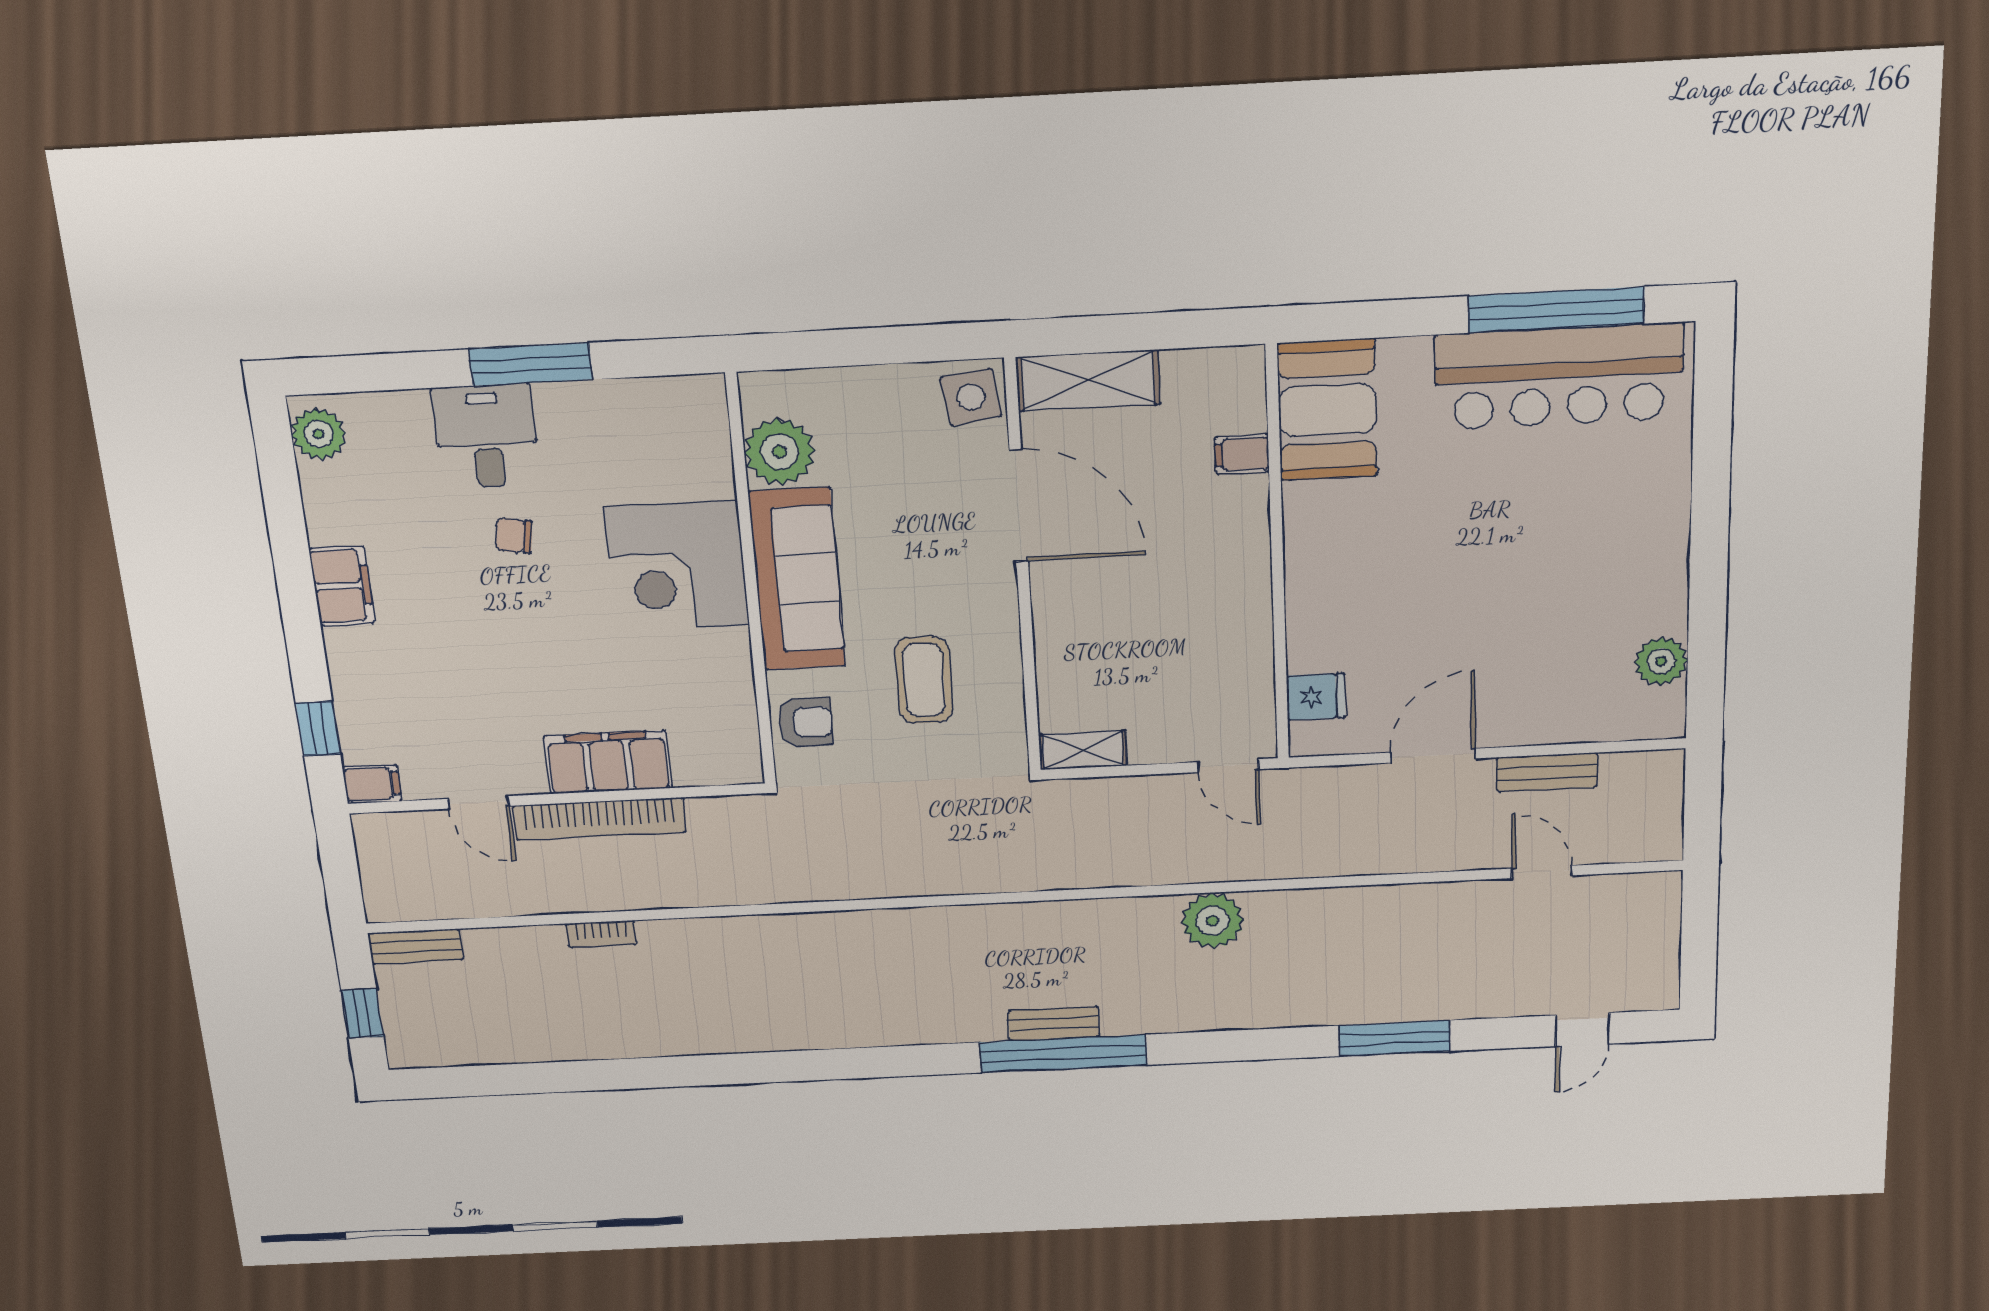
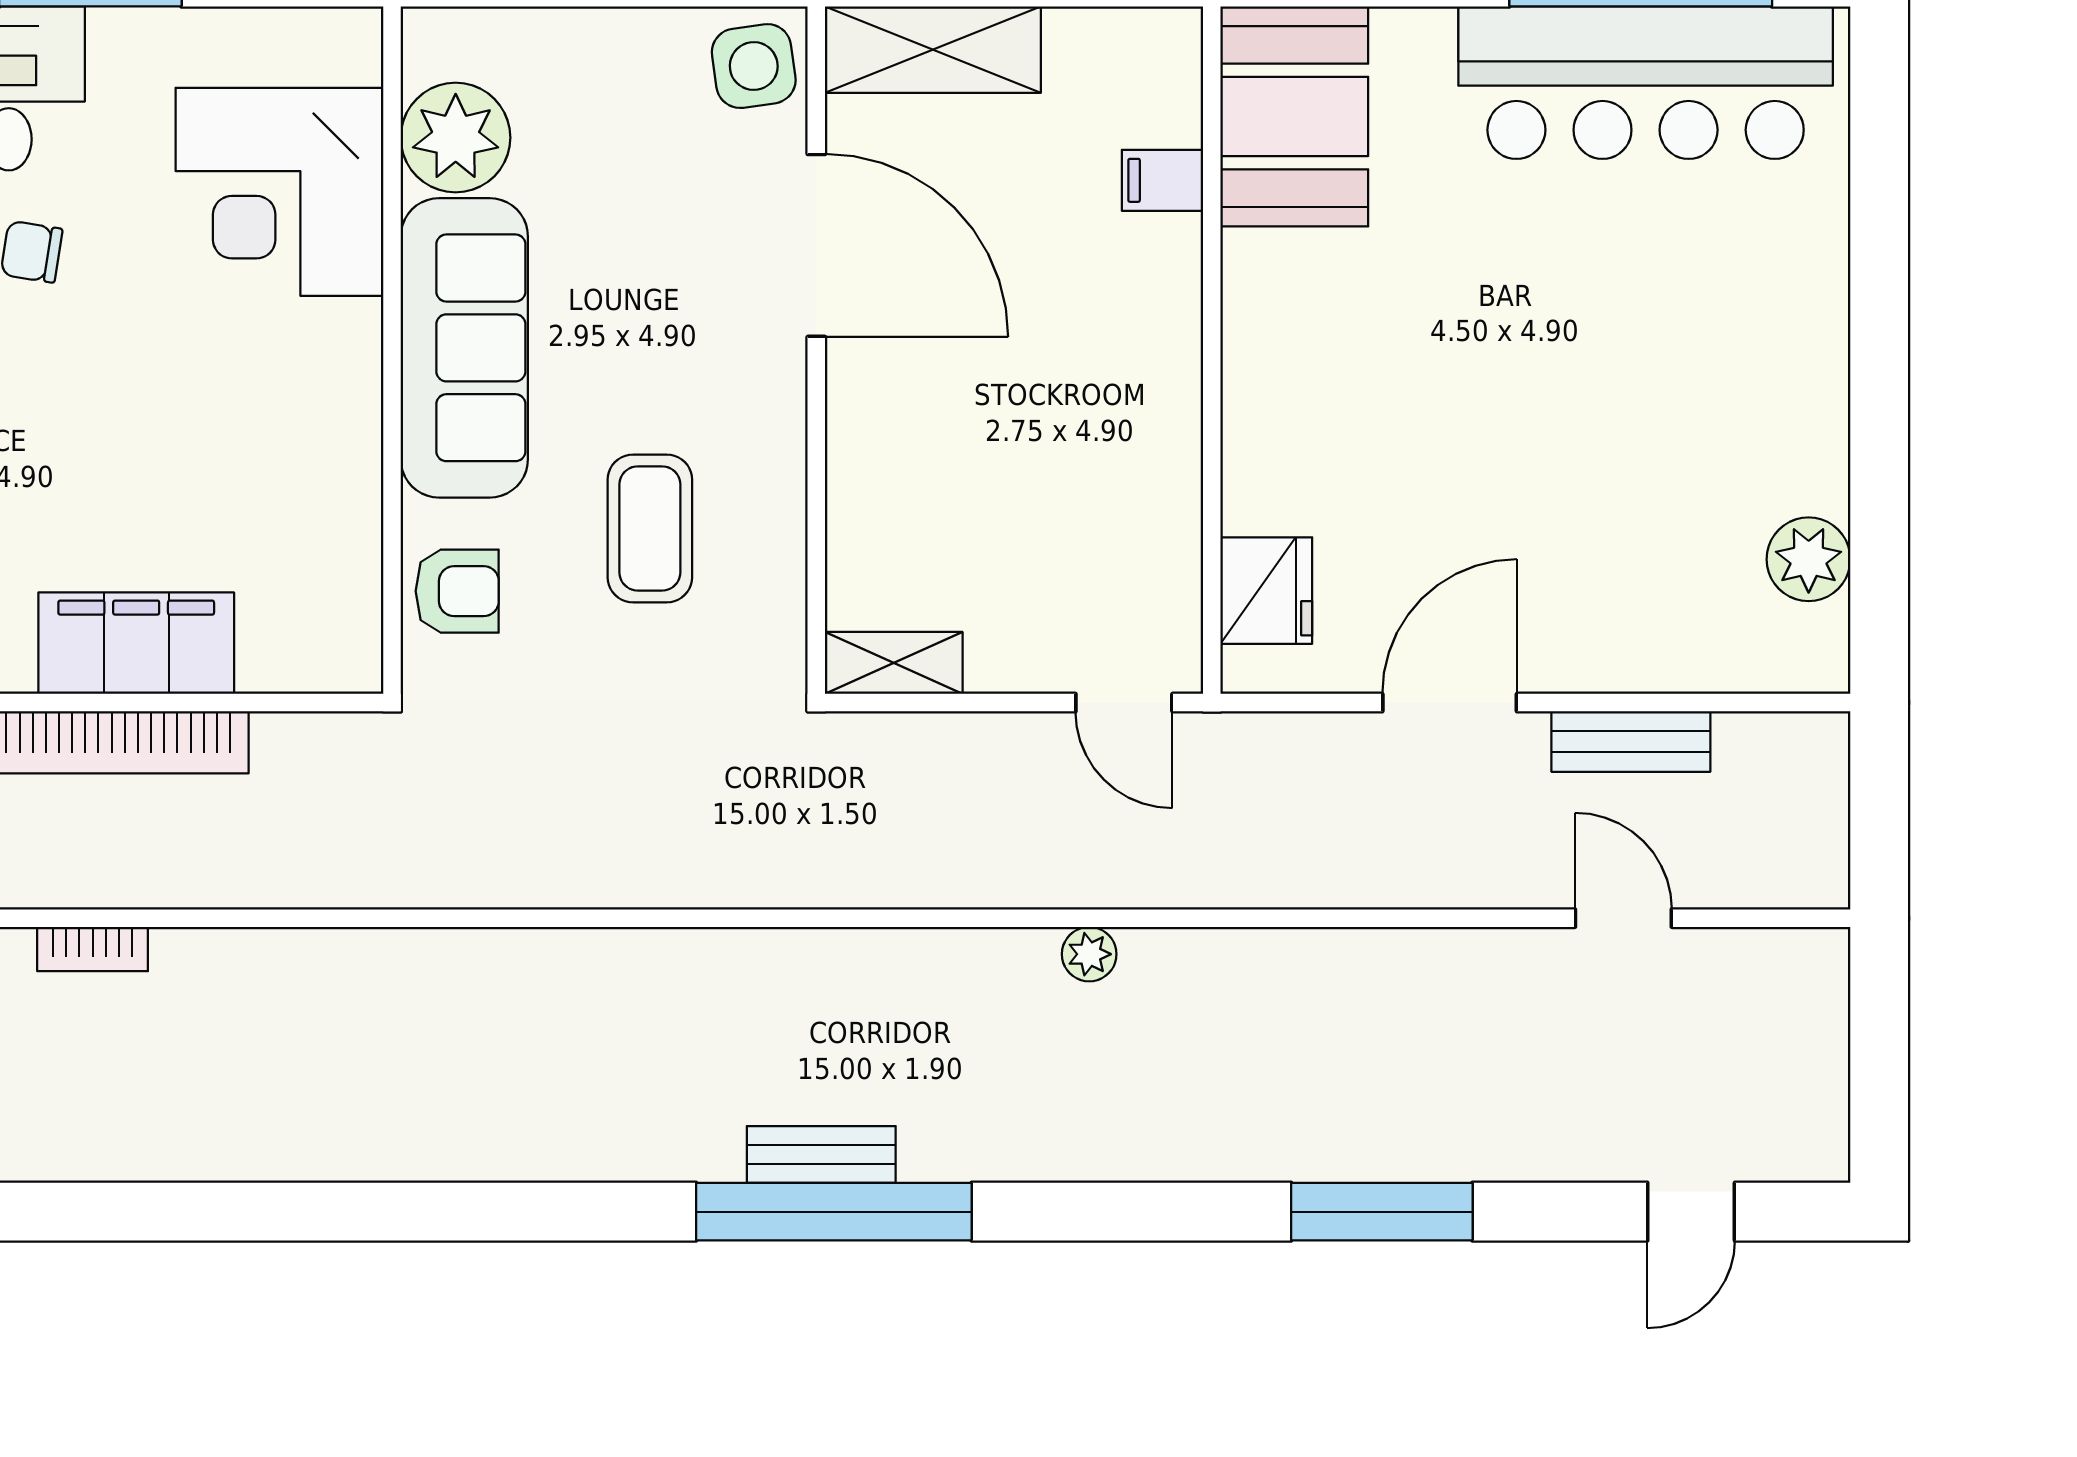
corner desk: (677, 566) -> (279, 192), moved
fridge: (1316, 697) -> (1266, 591), width x1.38
plant: (1212, 921) -> (1089, 954), width x0.53, depth x0.53

